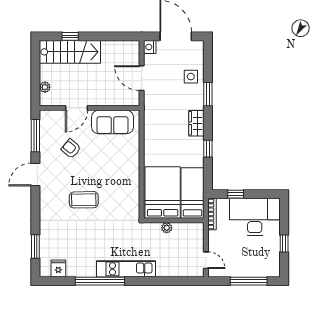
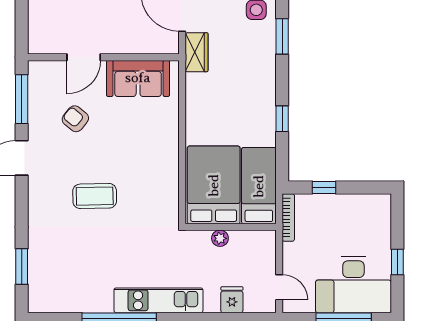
plant: (45, 87) -> (36, 26), removed
wardrobe: (196, 123) -> (197, 52), moved, turned 180
desk: (255, 217) -> (353, 285), moved, turned 180
fridge: (58, 268) -> (232, 300), moved

